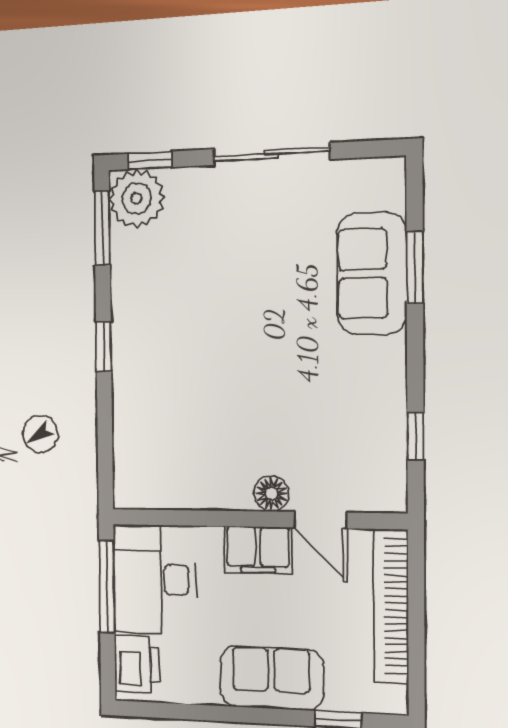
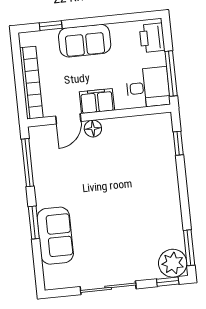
window: (415, 267) -> (34, 222), moved
window: (104, 346) -> (178, 143), moved
window: (415, 436) -> (28, 163), width x2.17
door: (320, 520) -> (68, 119), swing flipped
desk: (154, 579) -> (148, 87), width x0.73

